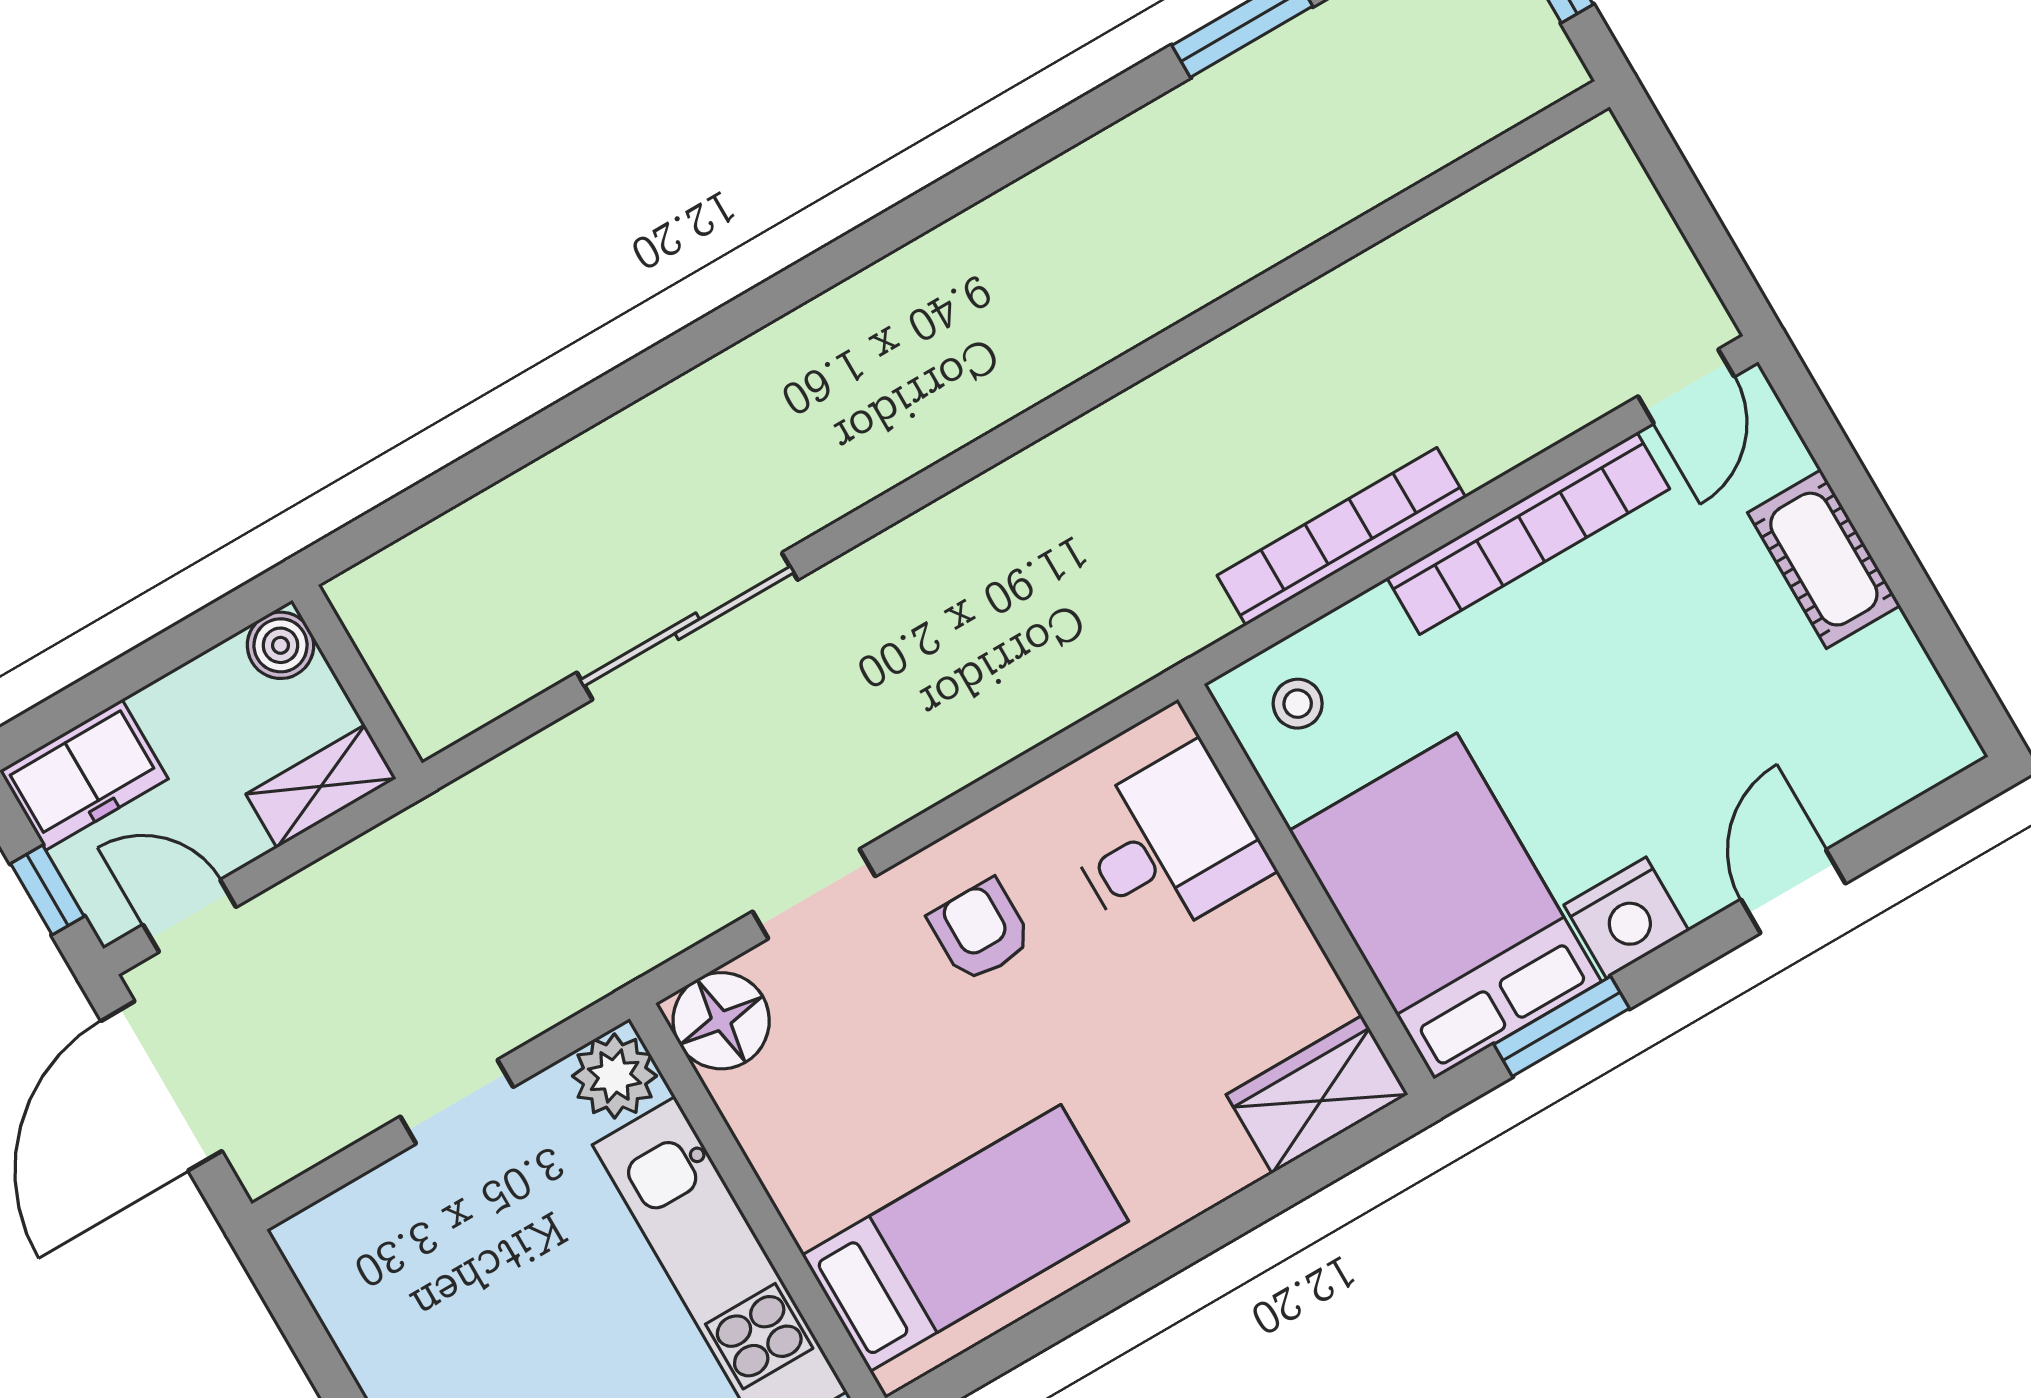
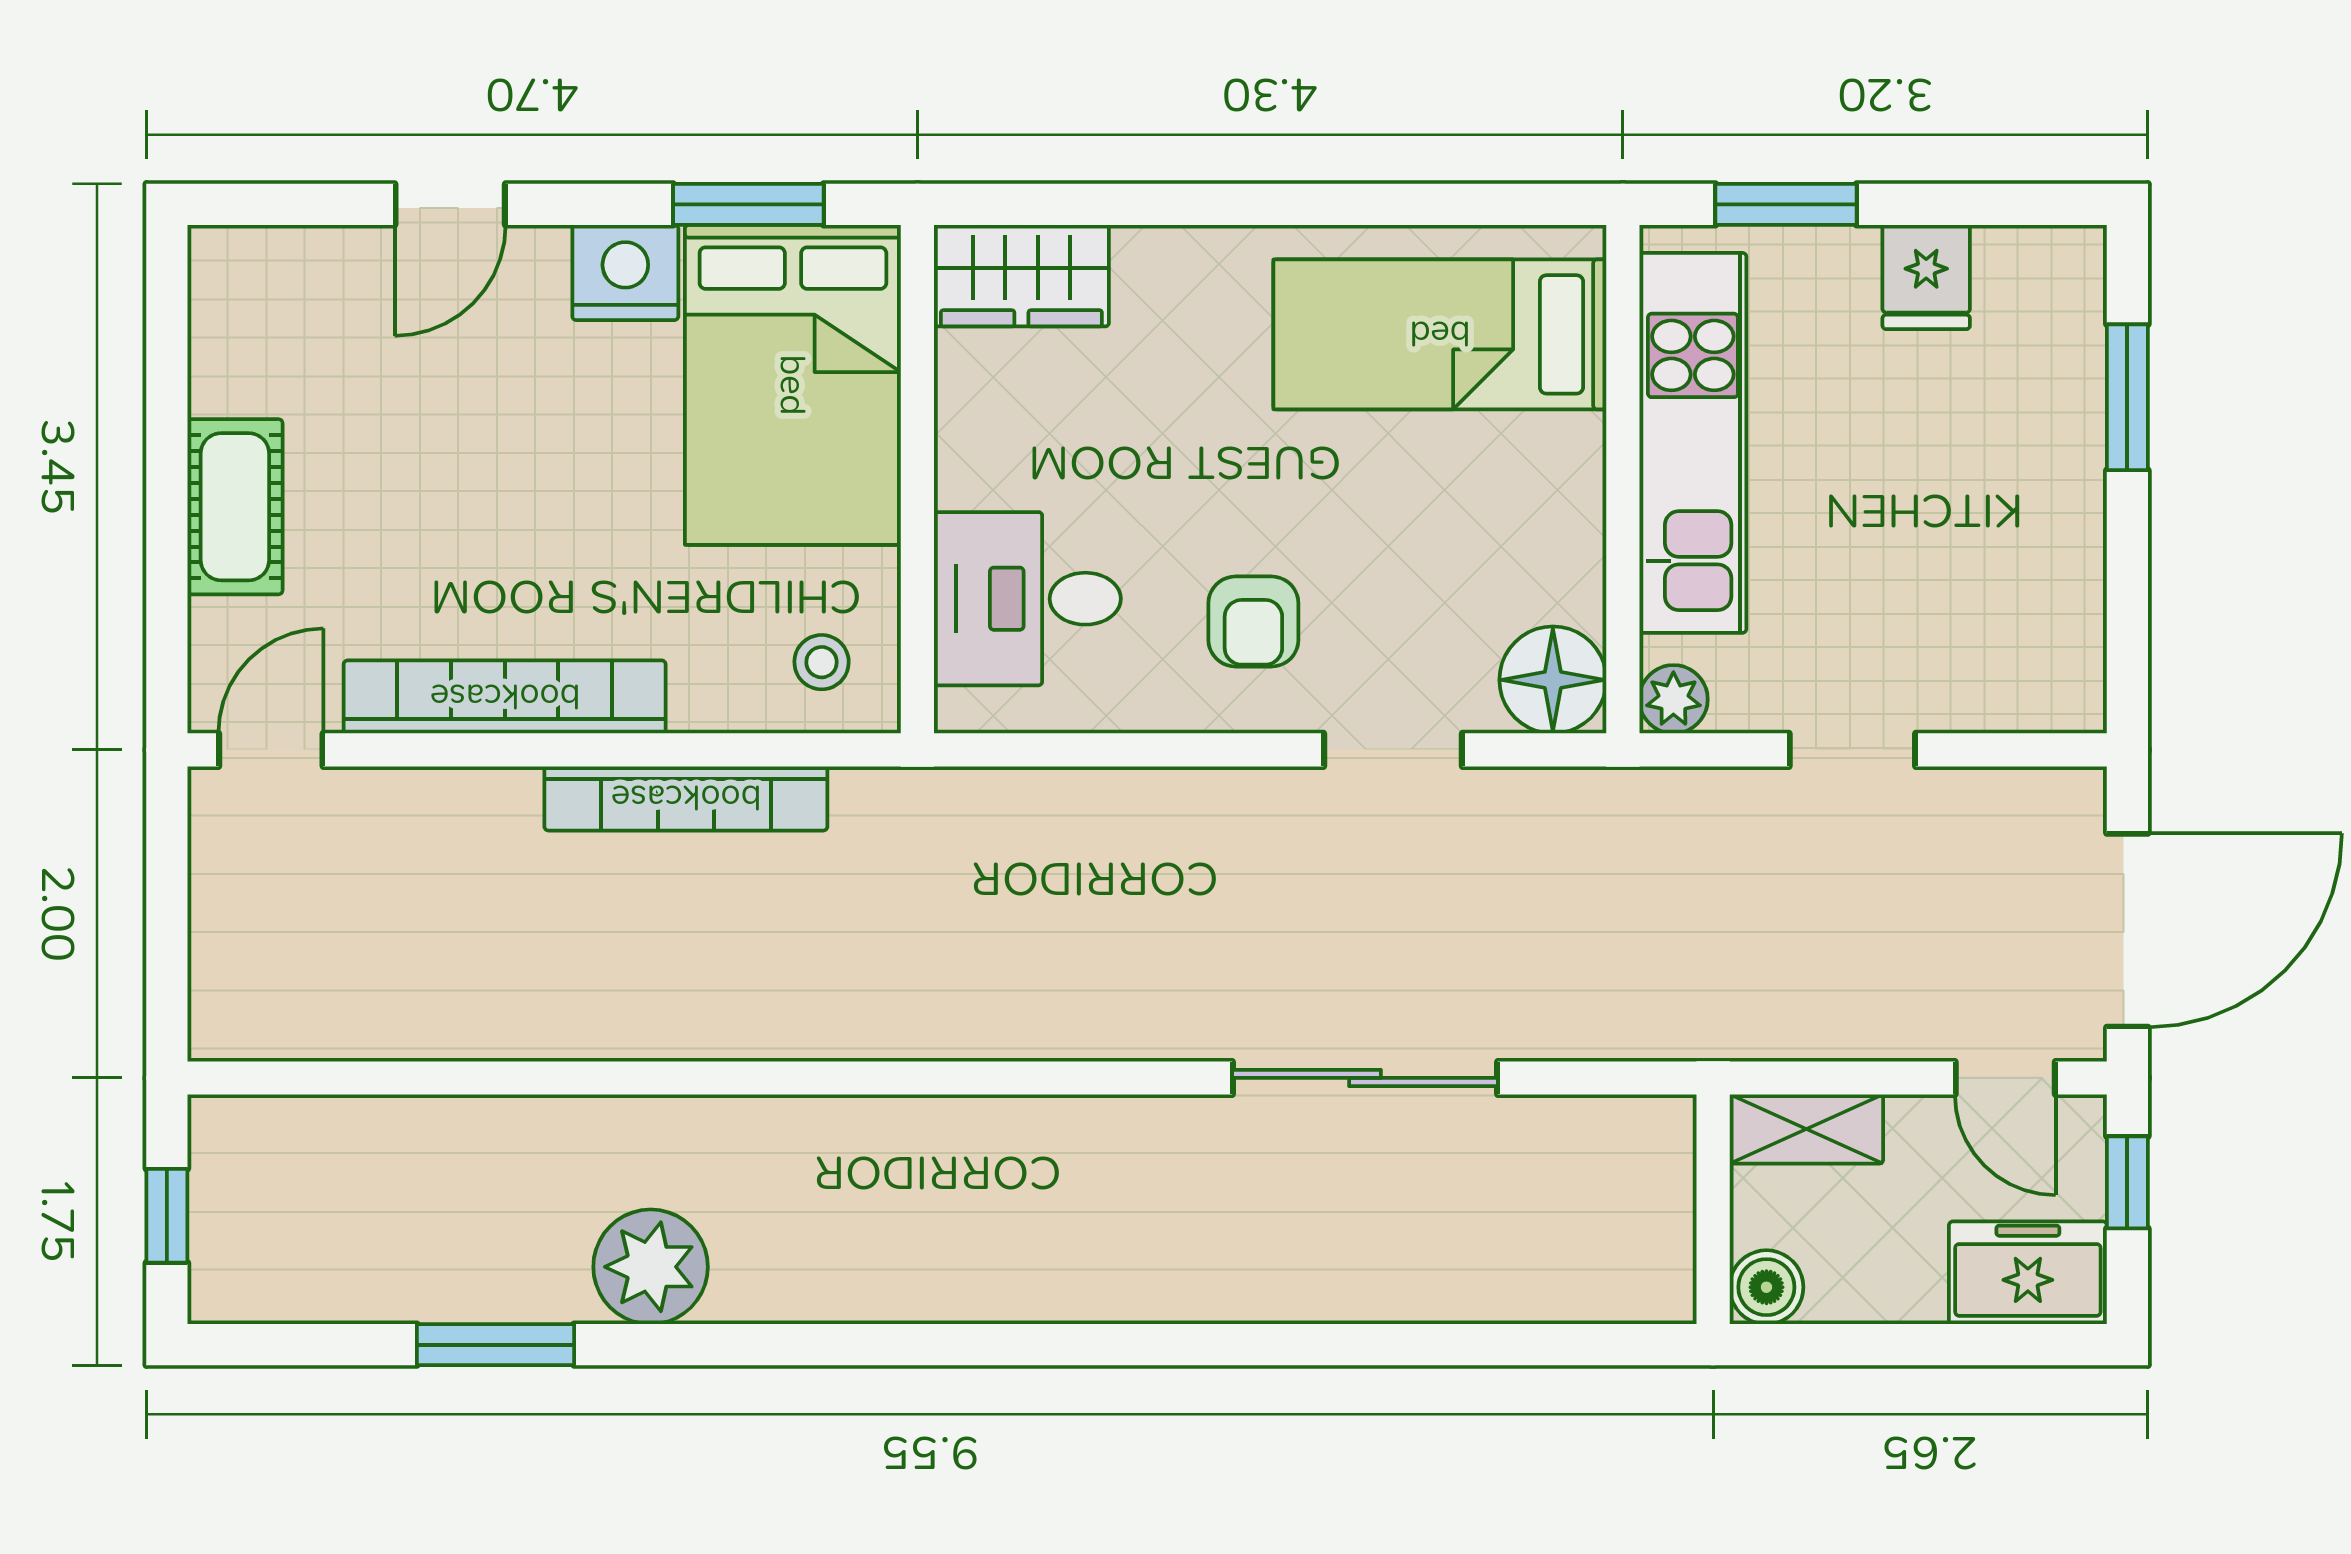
plant: (1157, 156) -> (651, 1267), added
plant: (615, 1076) -> (1673, 699), width x0.73, depth x0.73

